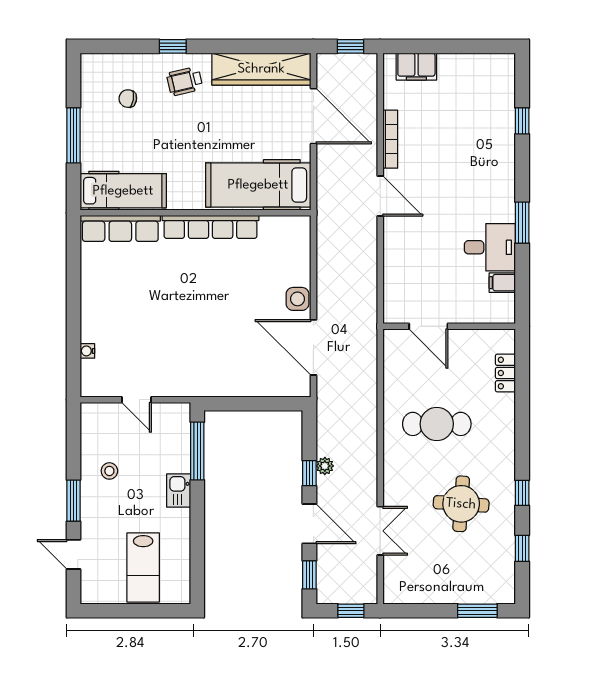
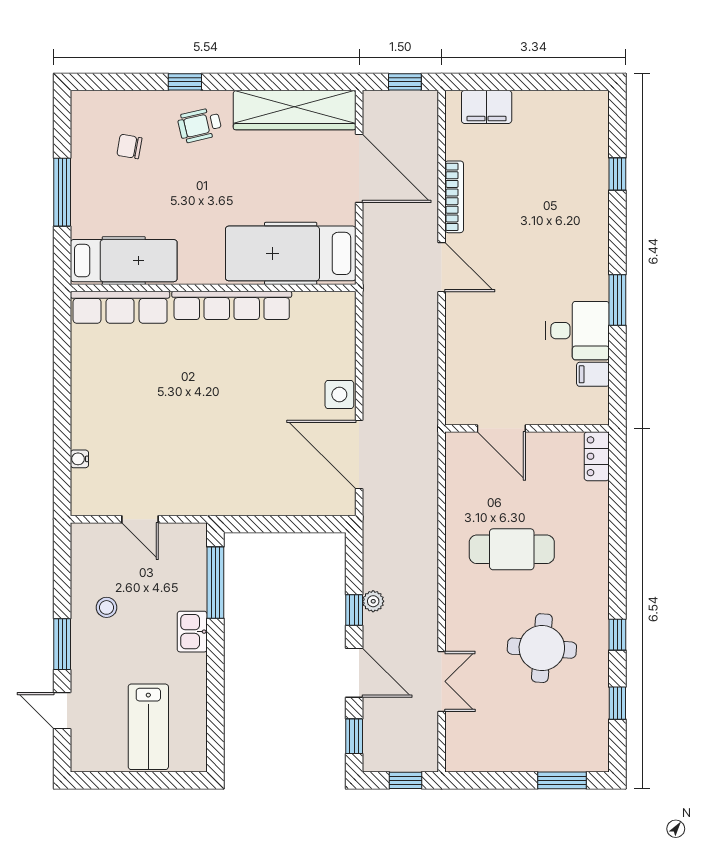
locker: (505, 373) -> (597, 456), moved

